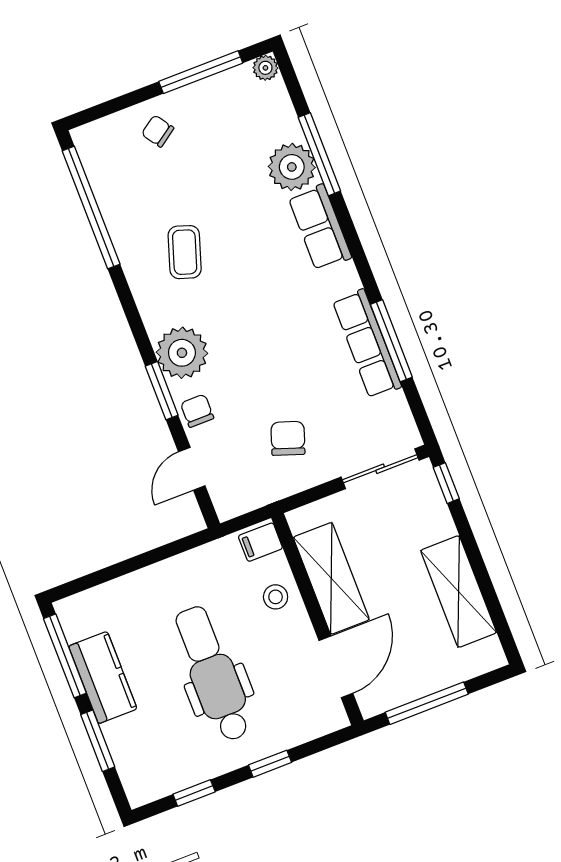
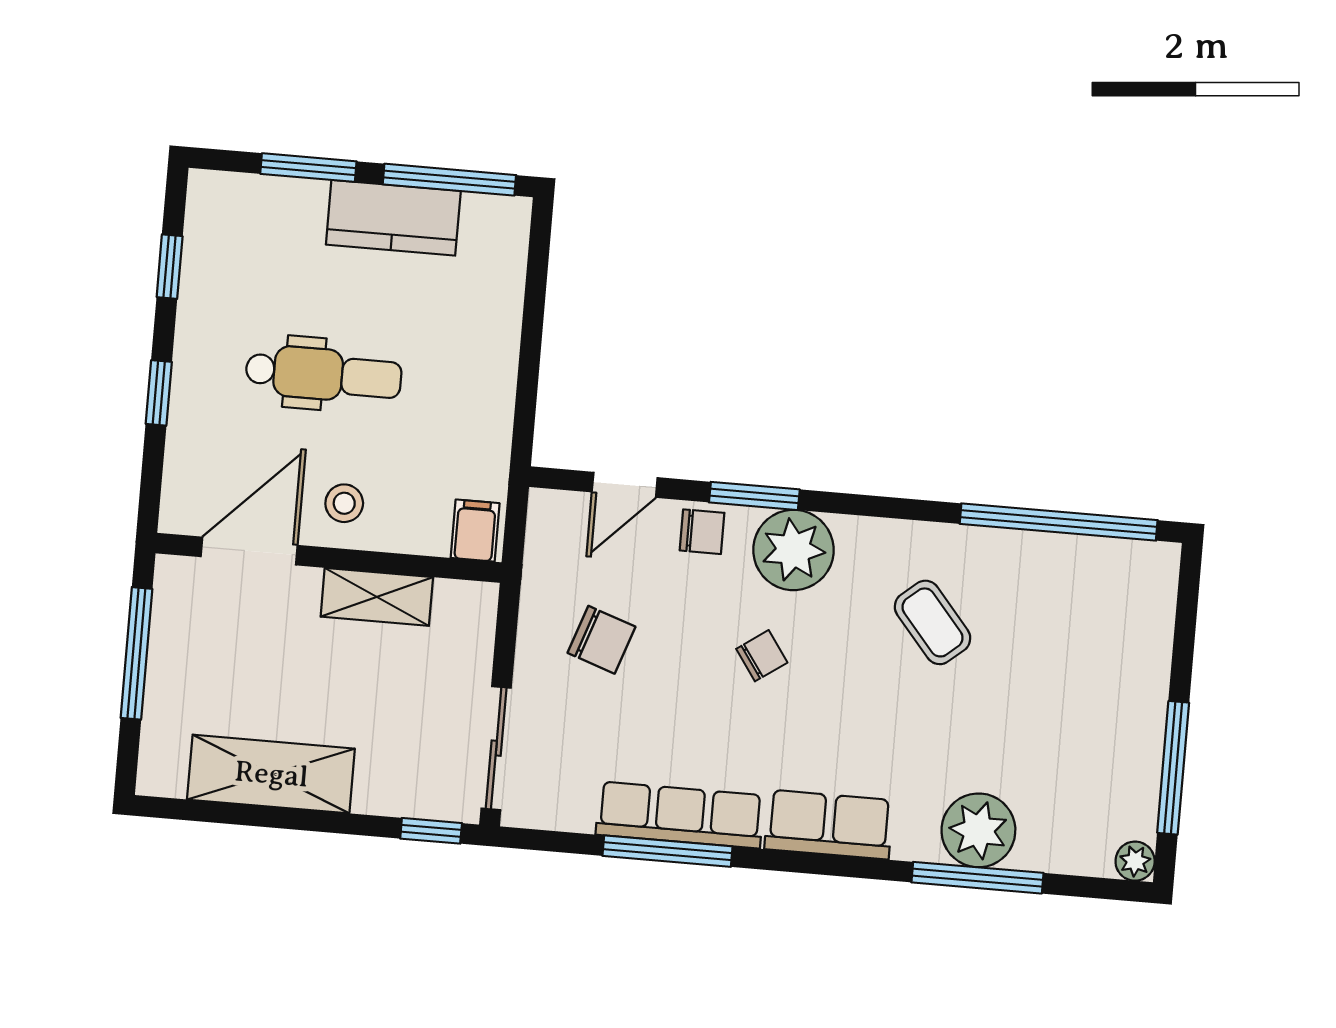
chair: (158, 131) -> (762, 656), moved
row of seats: (320, 227) -> (829, 825), moved
coffee table: (185, 252) -> (933, 622), turned 32
door: (192, 469) -> (625, 485), swing flipped
shelving: (331, 578) -> (377, 597), width x0.67, depth x0.75
stool: (276, 597) -> (344, 503), moved
door: (336, 667) -> (249, 551), swing flipped
dental chair: (213, 674) -> (324, 374), width x0.73, depth x0.72

